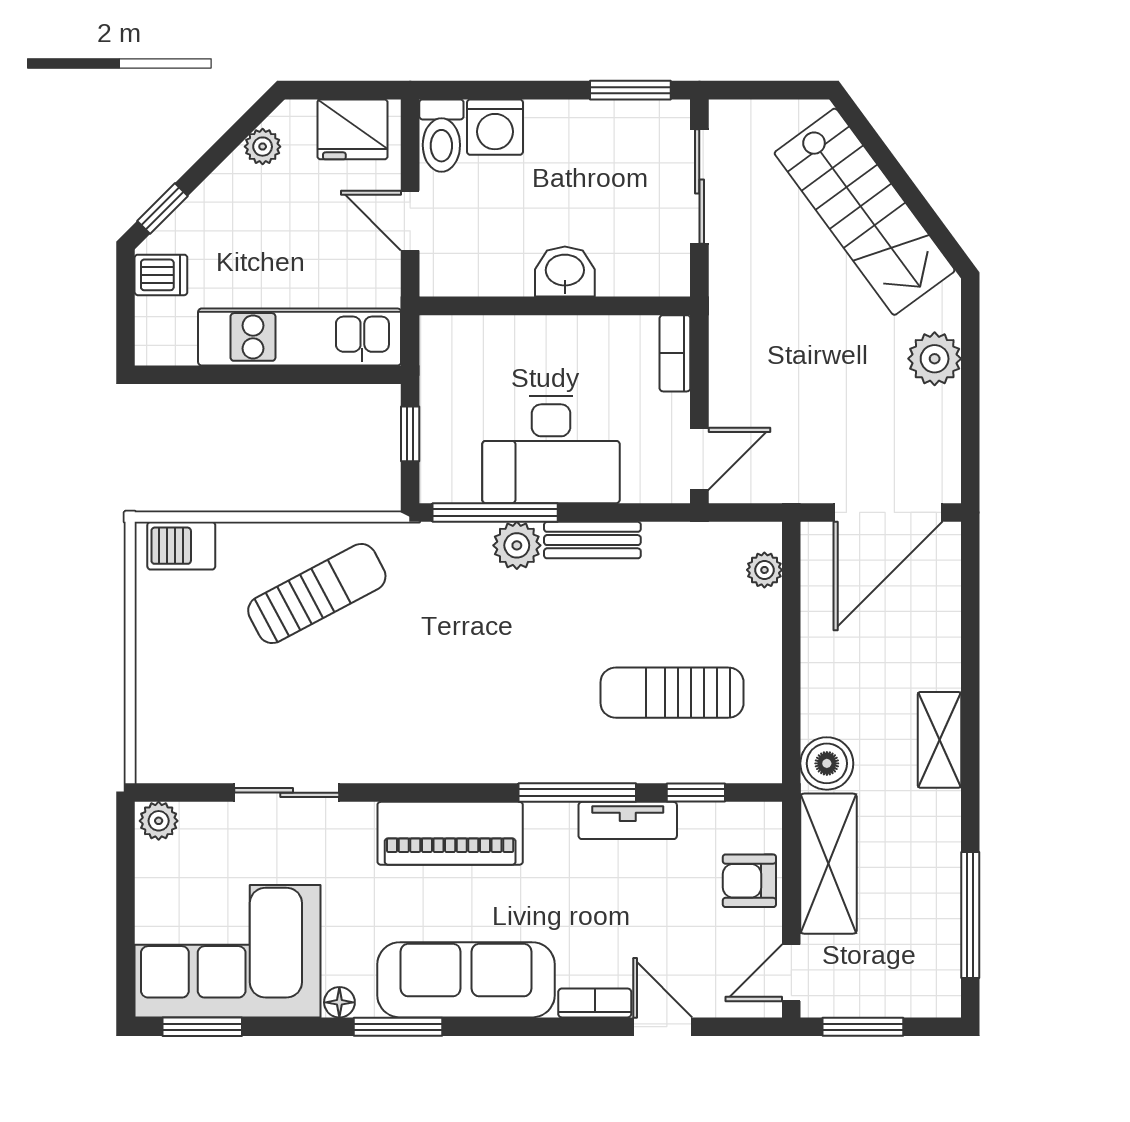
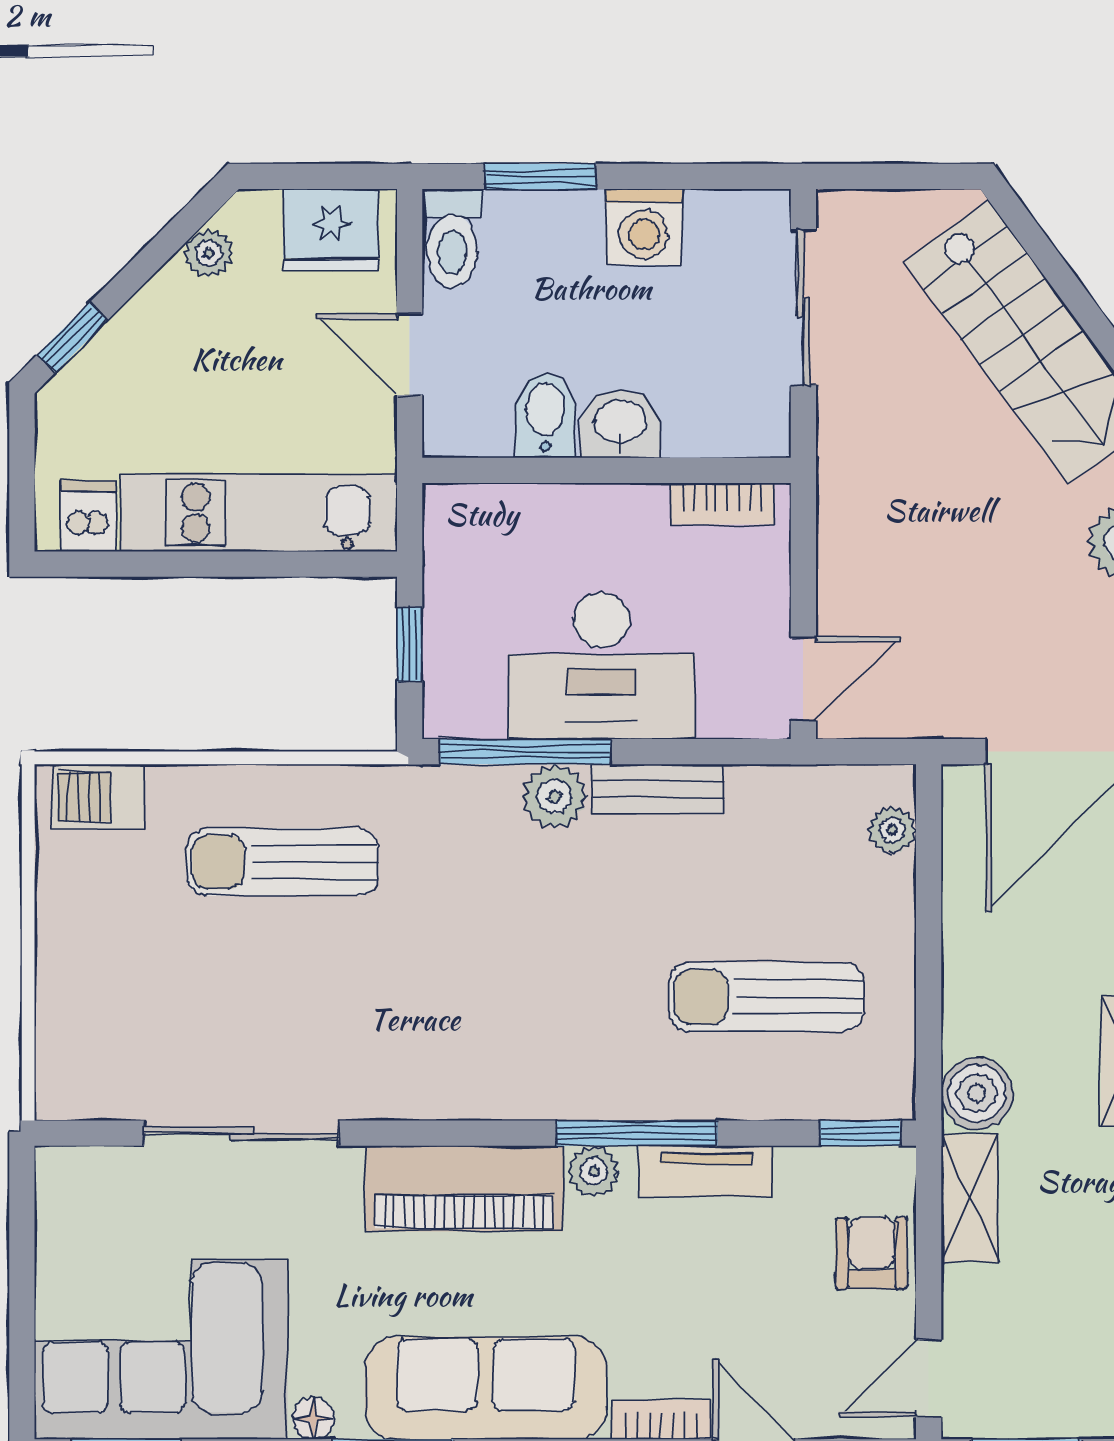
window: (630, 90) -> (540, 176), moved
washing machine: (495, 127) -> (644, 227), moved
bidet: (510, 265) -> (545, 415), added
dishwasher: (161, 275) -> (88, 516), moved, turned -90
bookcase: (675, 353) -> (722, 504), moved, turned -90
sun lounger: (317, 594) -> (282, 862), turned -152
sliding door: (287, 793) -> (241, 1133), width x1.37
window: (696, 793) -> (860, 1133), moved
plant: (159, 821) -> (594, 1172), moved
shelving: (828, 864) -> (970, 1198), width x0.67, depth x0.75
armchair: (749, 881) -> (872, 1253), turned 90

